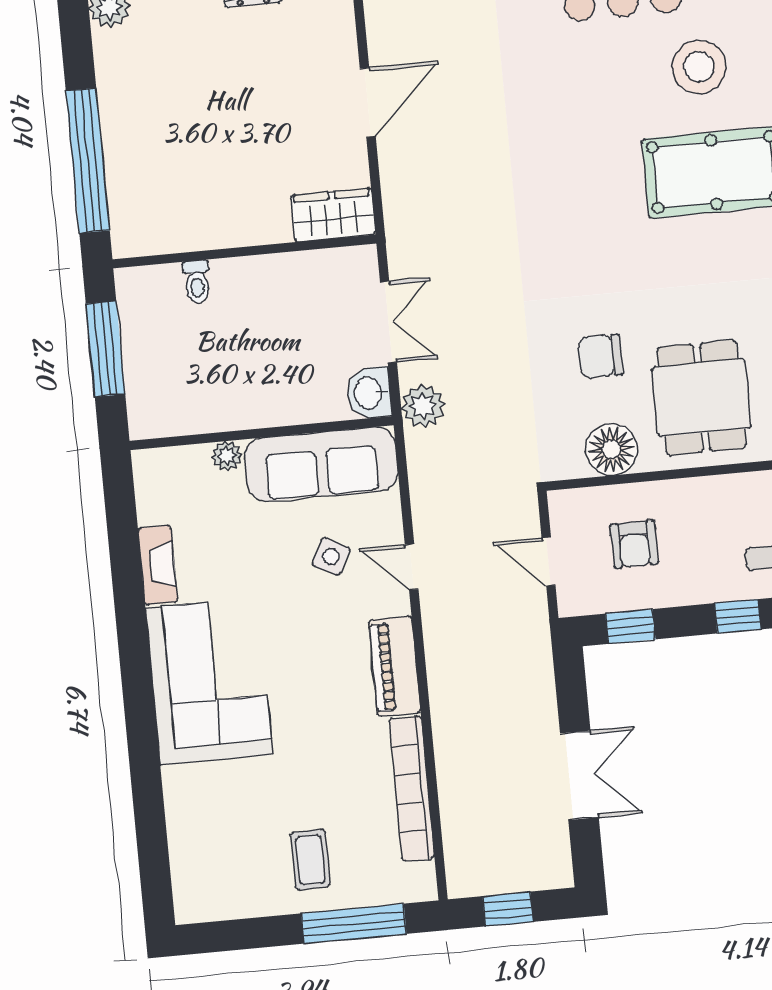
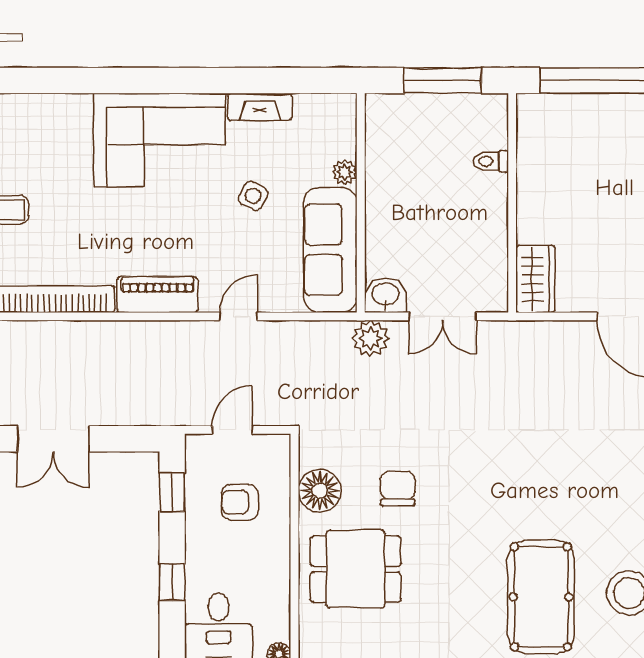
side table: (331, 556) -> (253, 196), moved

